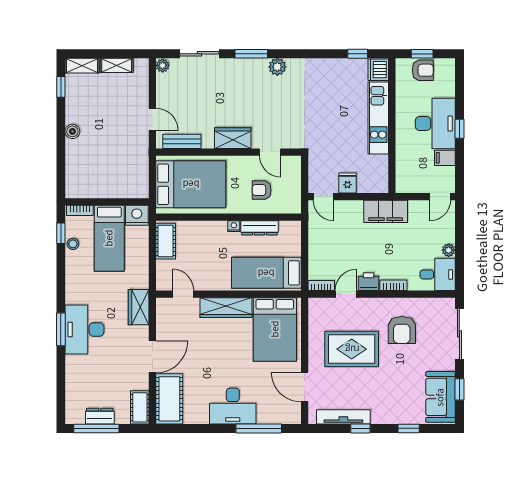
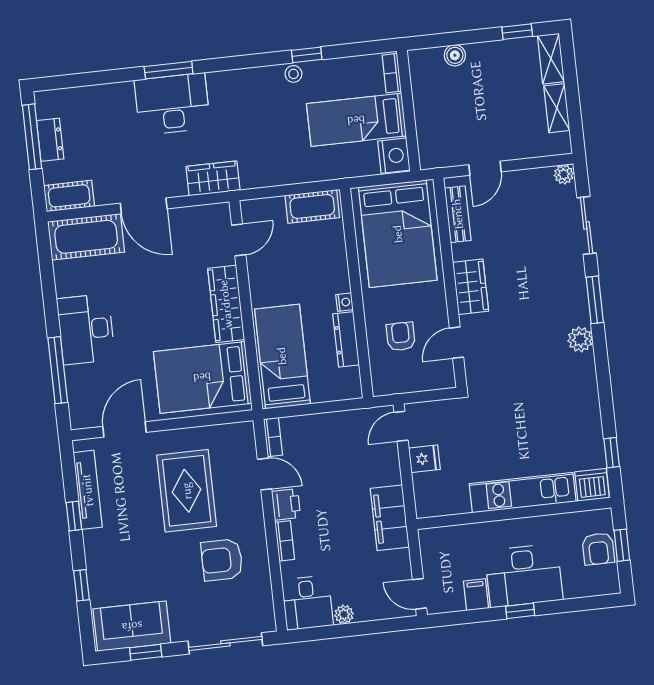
wall: (107, 202) -> (408, 111), moved
bookcase: (80, 210) -> (392, 73), moved
nightstand: (137, 215) -> (394, 156), moved
bed: (109, 238) -> (356, 120), moved

